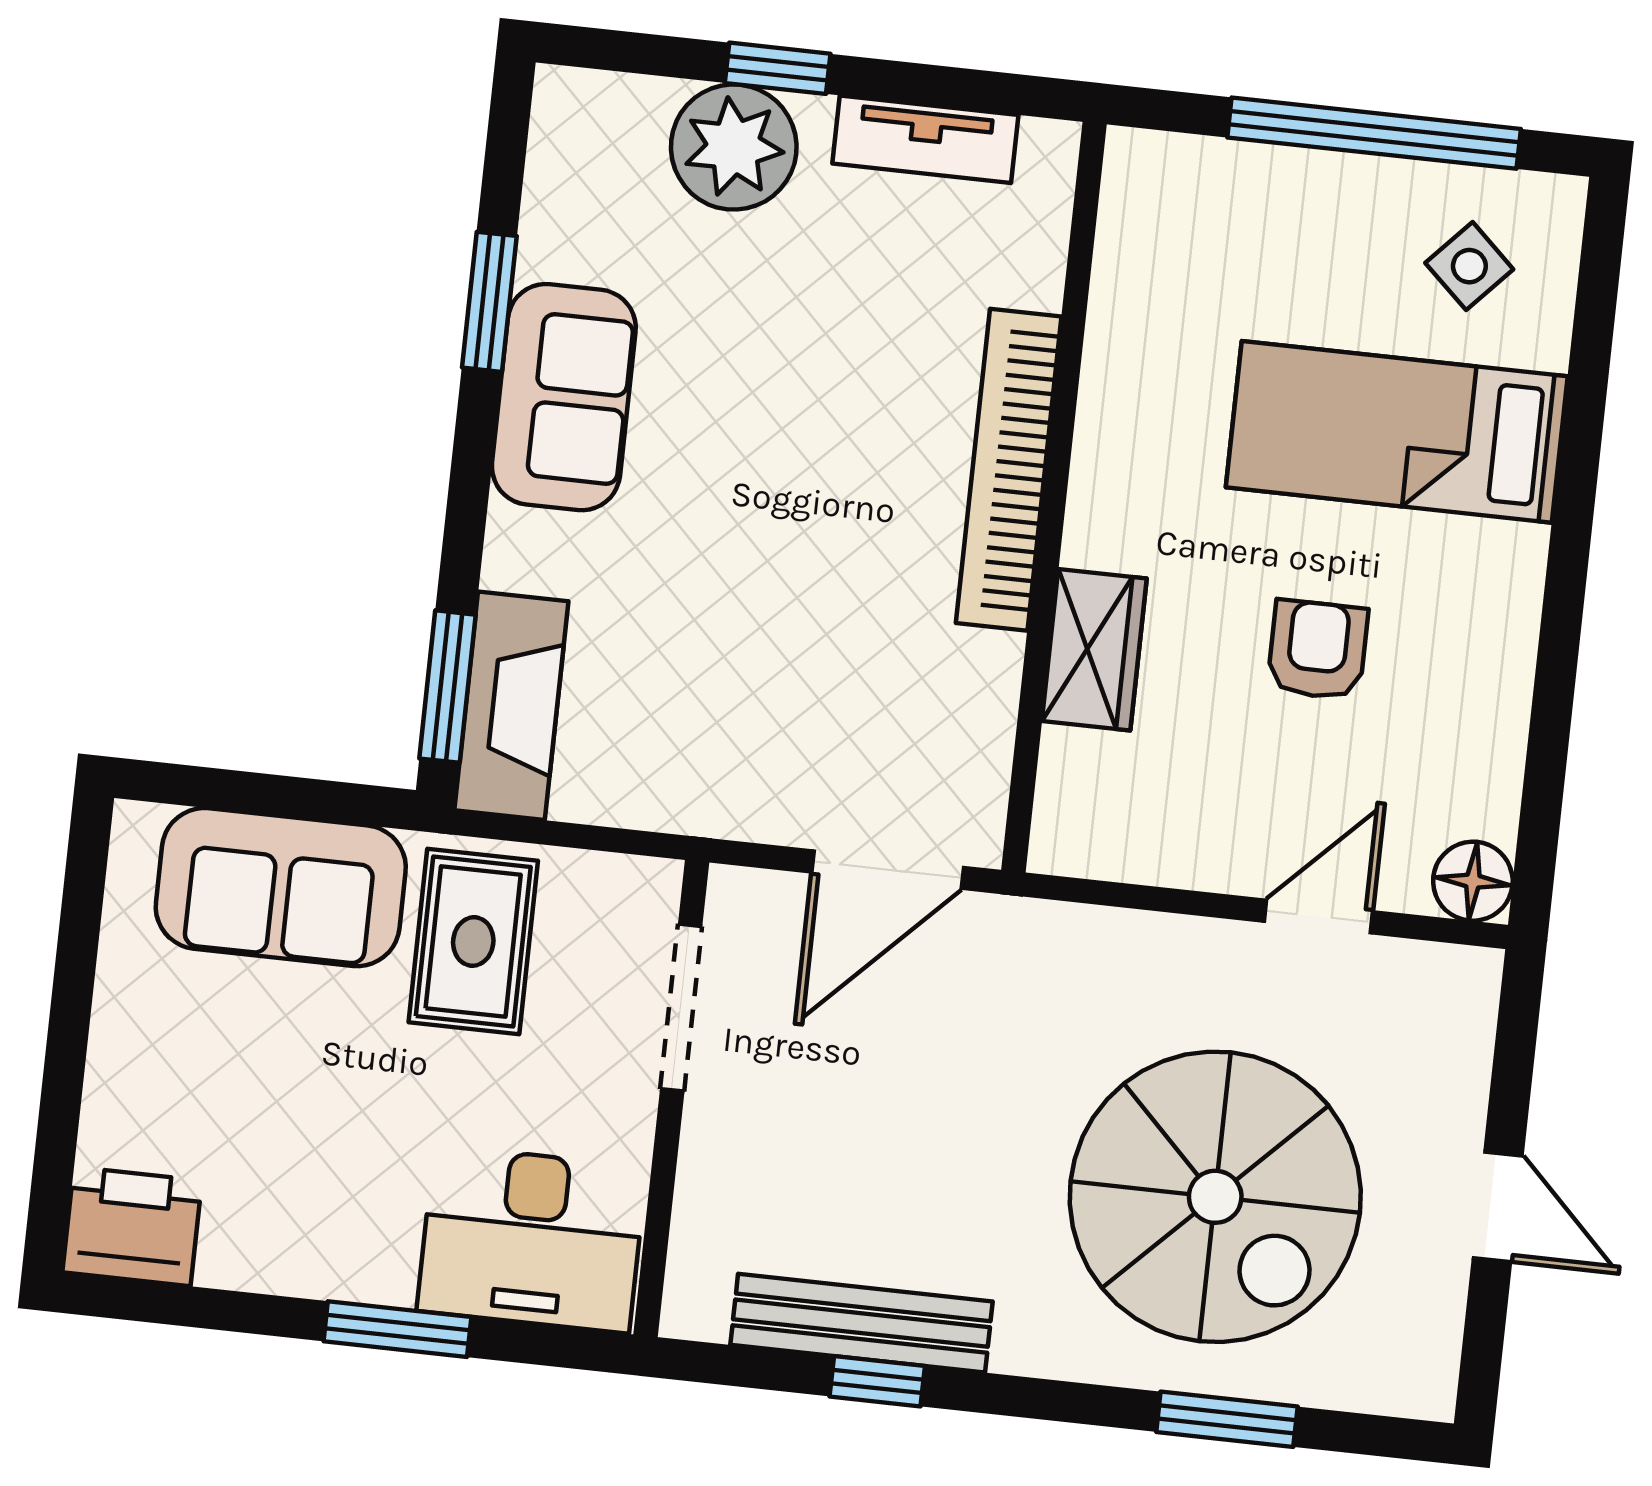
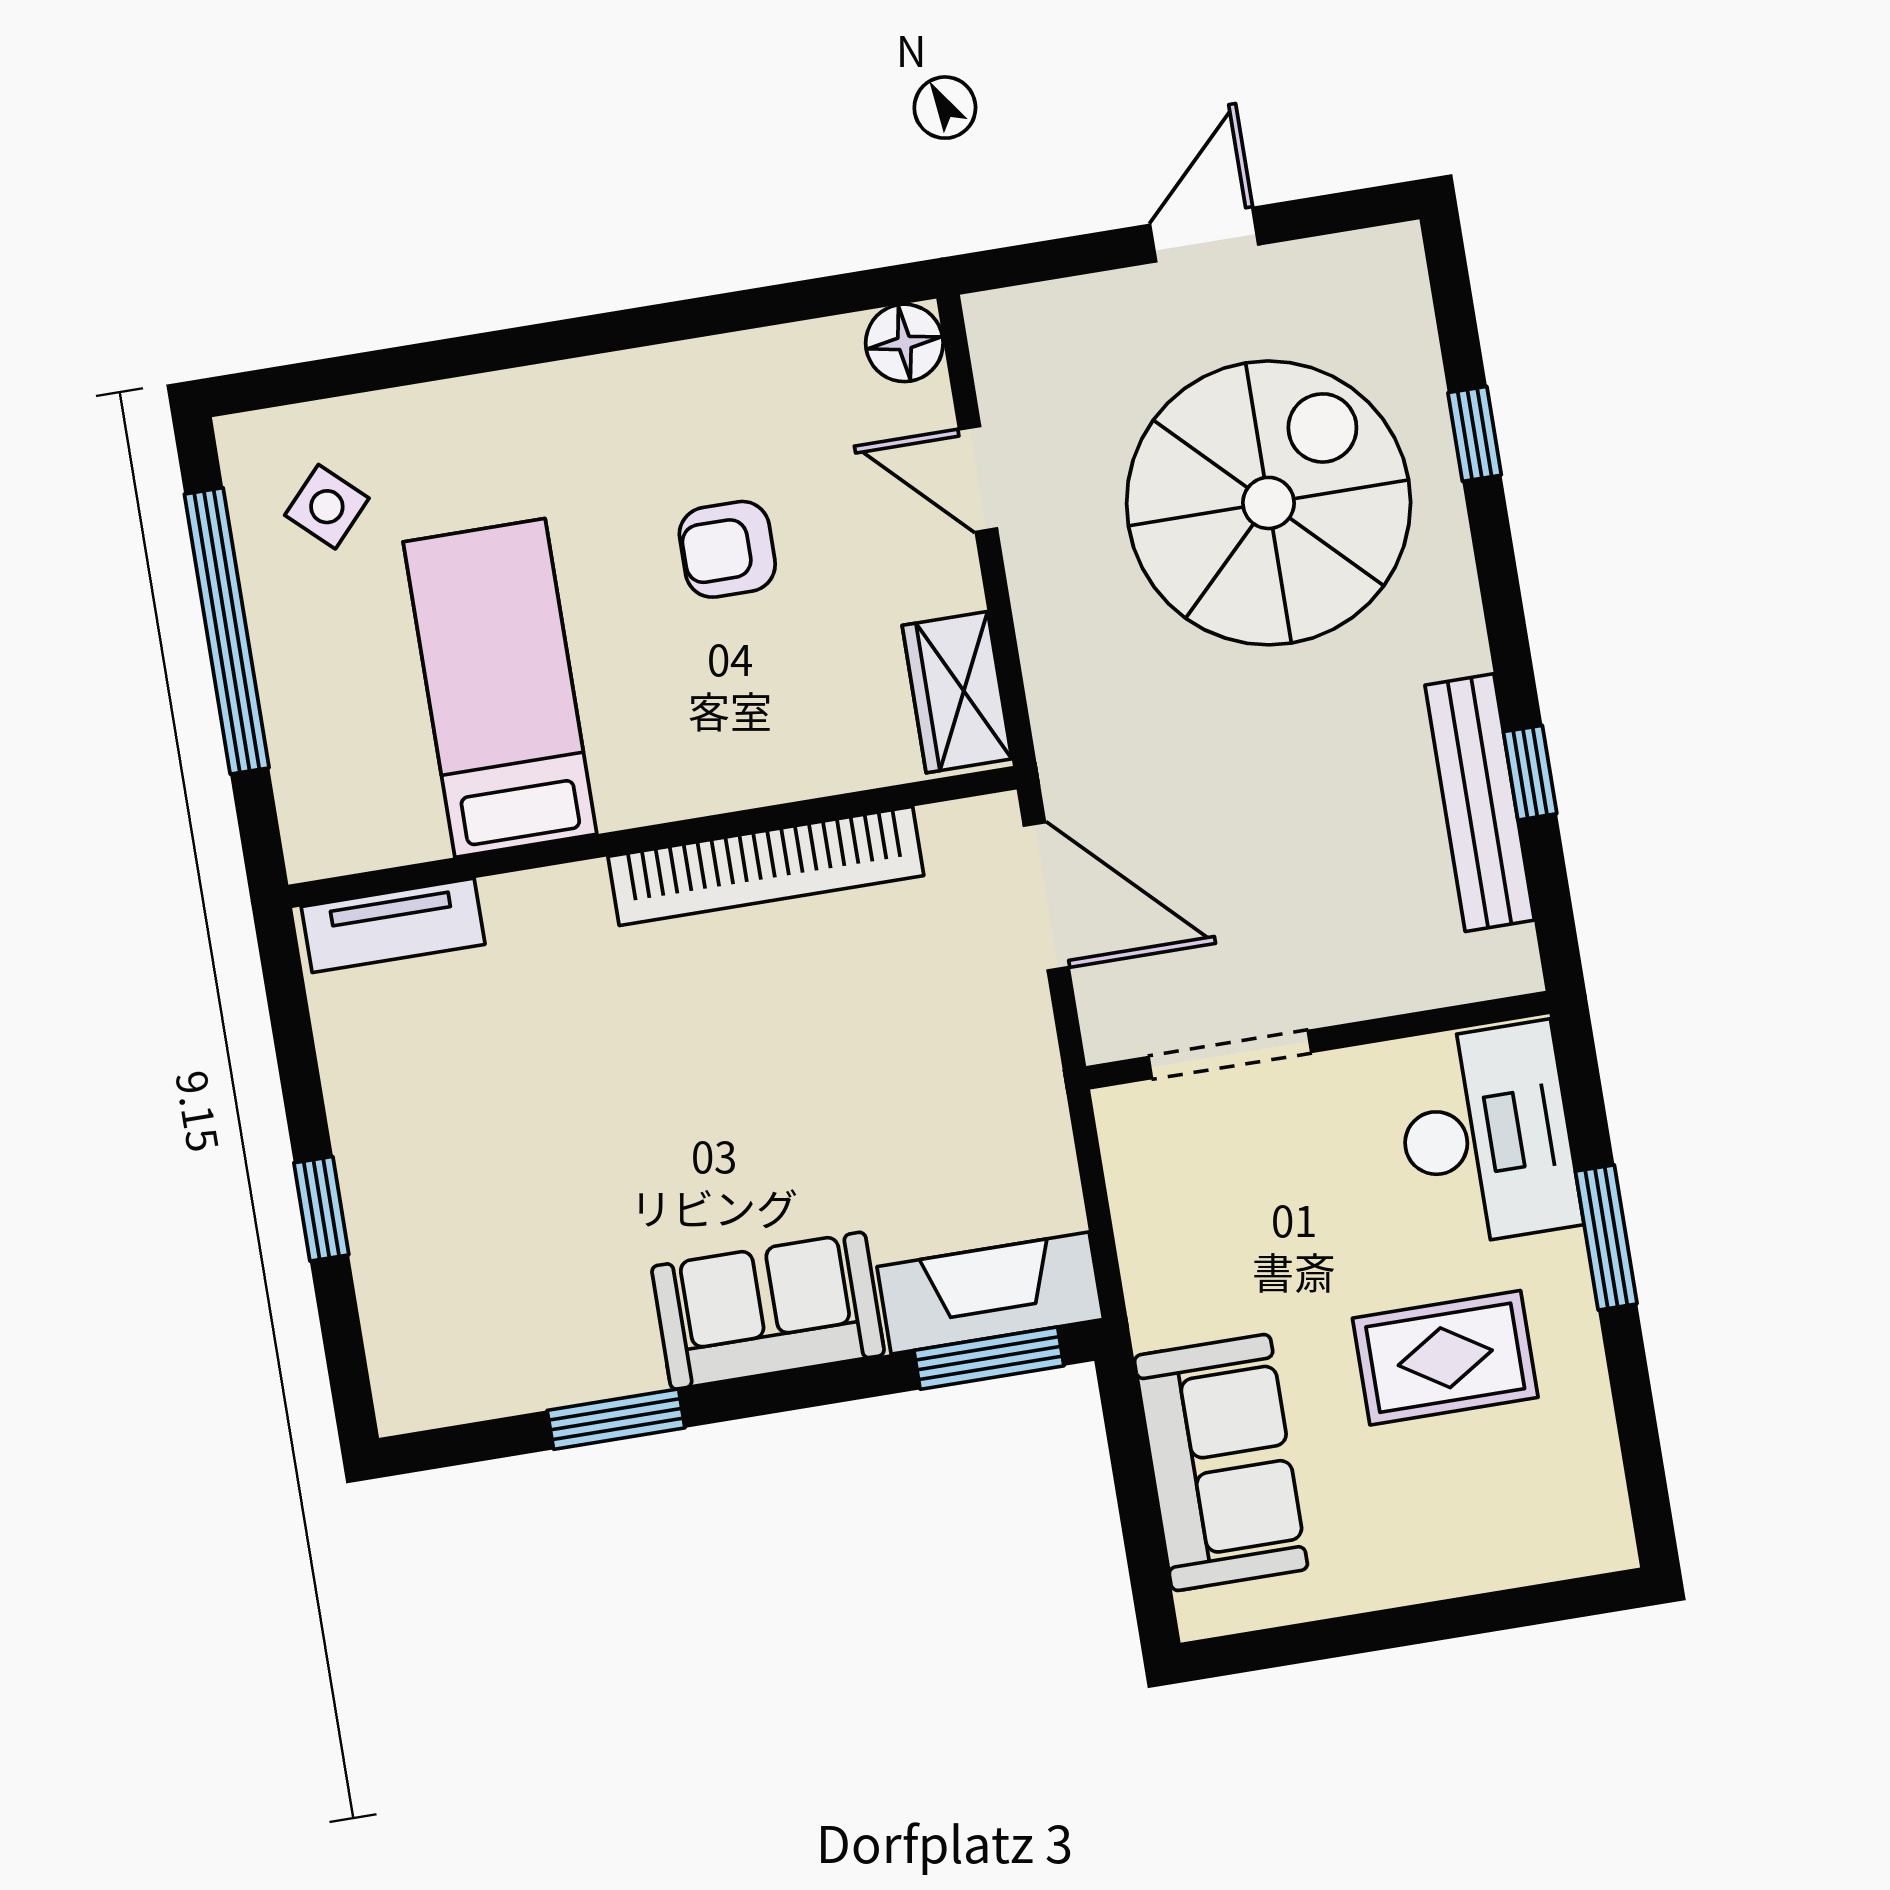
tv unit: (925, 139) -> (393, 925), moved, turned 90
plant: (734, 147) -> (407, 1230), removed
sofa: (564, 397) -> (768, 1311), moved
bed: (1397, 432) -> (500, 688), moved, turned 180
bookcase: (1009, 470) -> (766, 866), moved
wardrobe: (1094, 650) -> (957, 692), moved, turned -90
rug: (473, 942) -> (1445, 1358), moved
printer: (132, 1226) -> (1579, 1514), removed
window: (1227, 1419) -> (1475, 434), width x0.67

